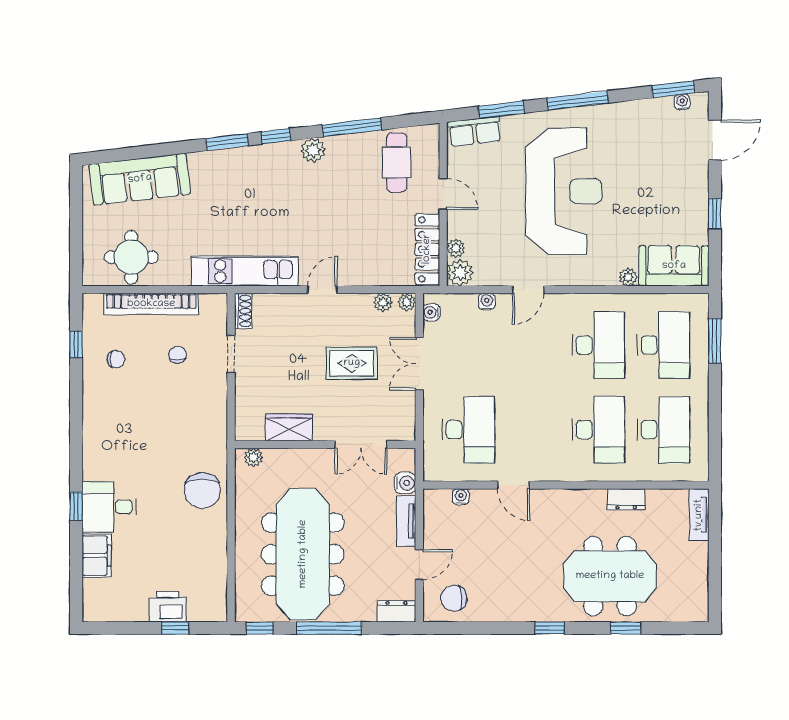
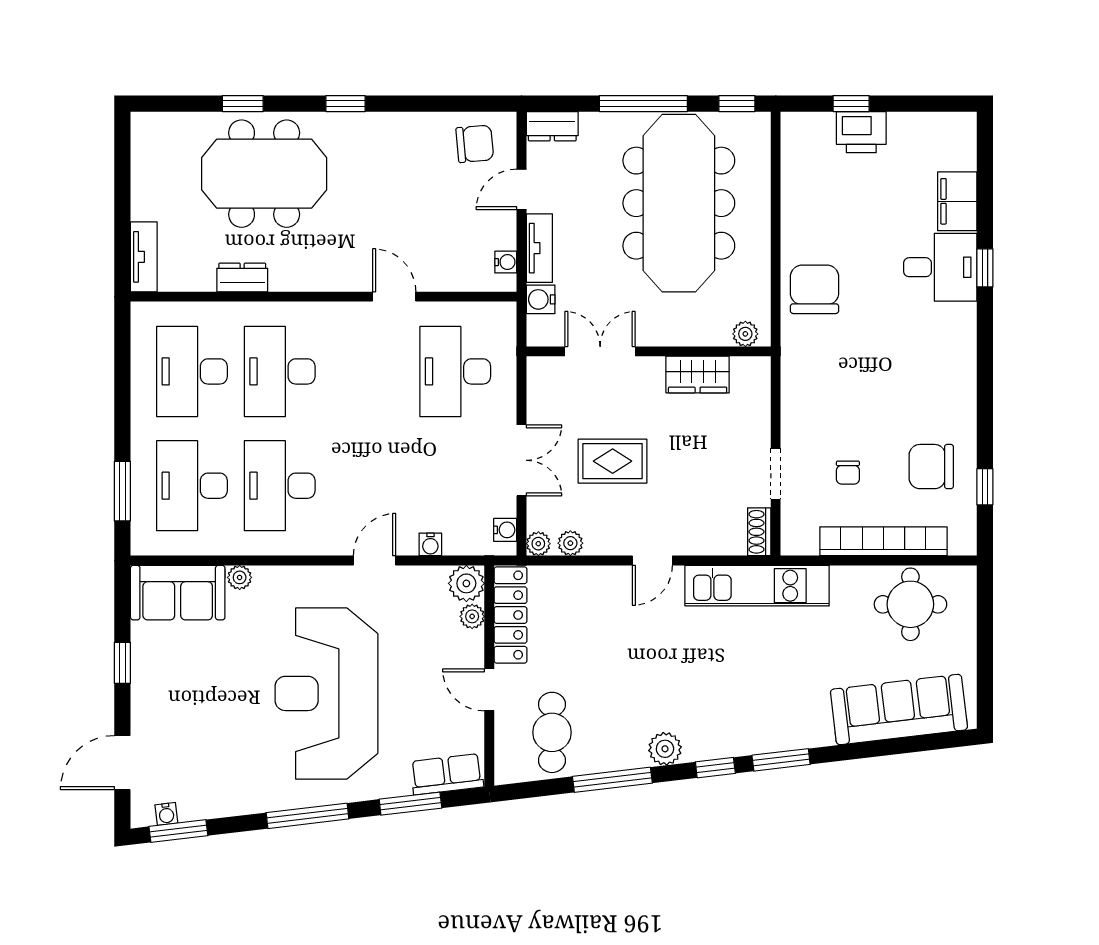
chair: (116, 359) -> (931, 467), width x1.87, depth x1.87
water cooler: (461, 497) -> (506, 262), moved, turned -90

